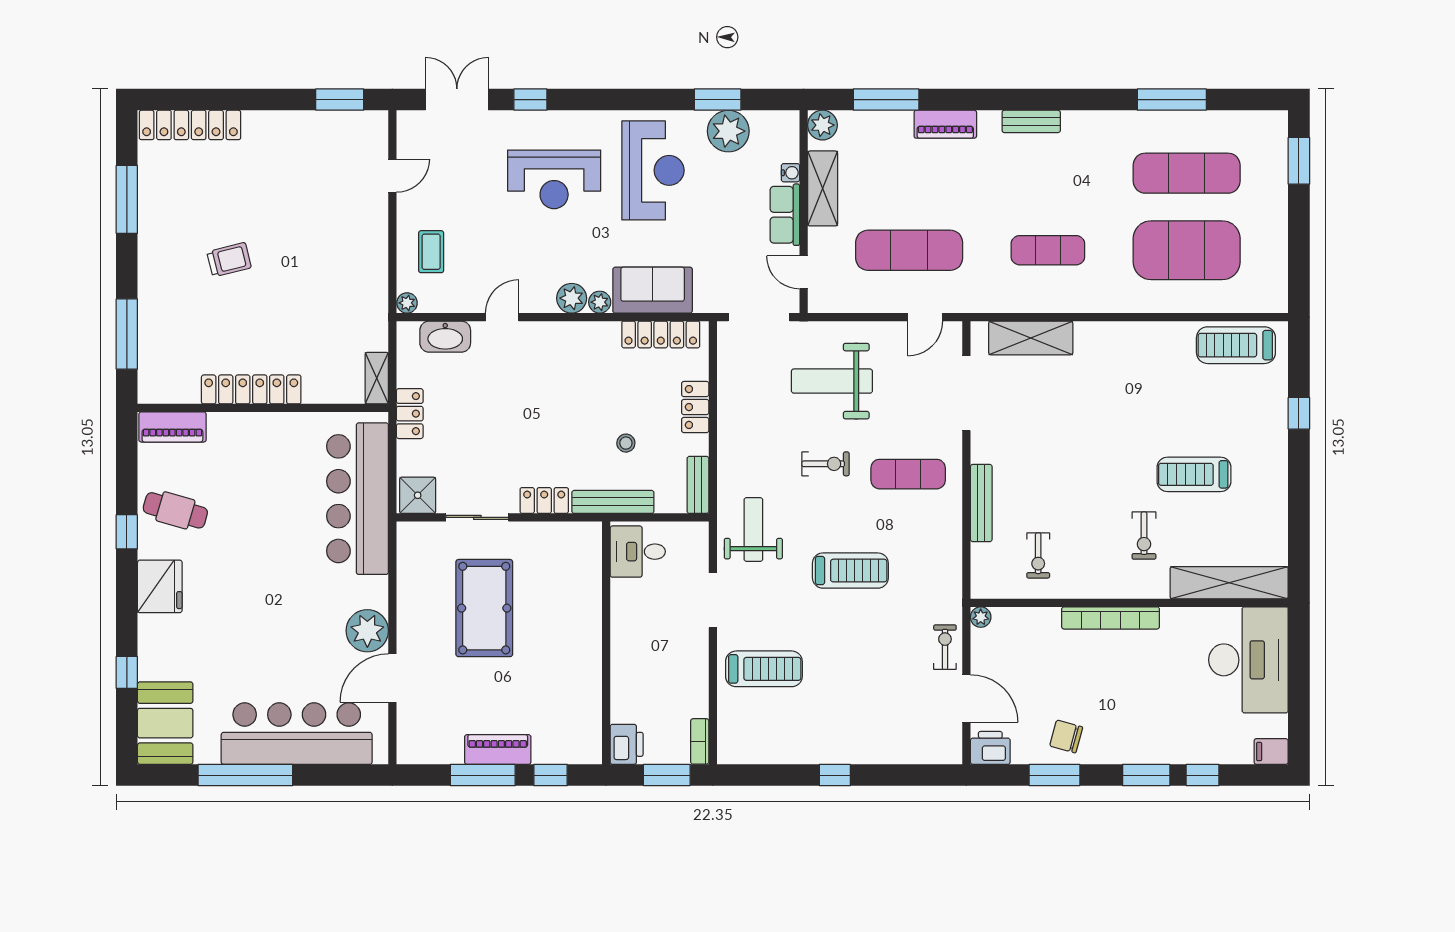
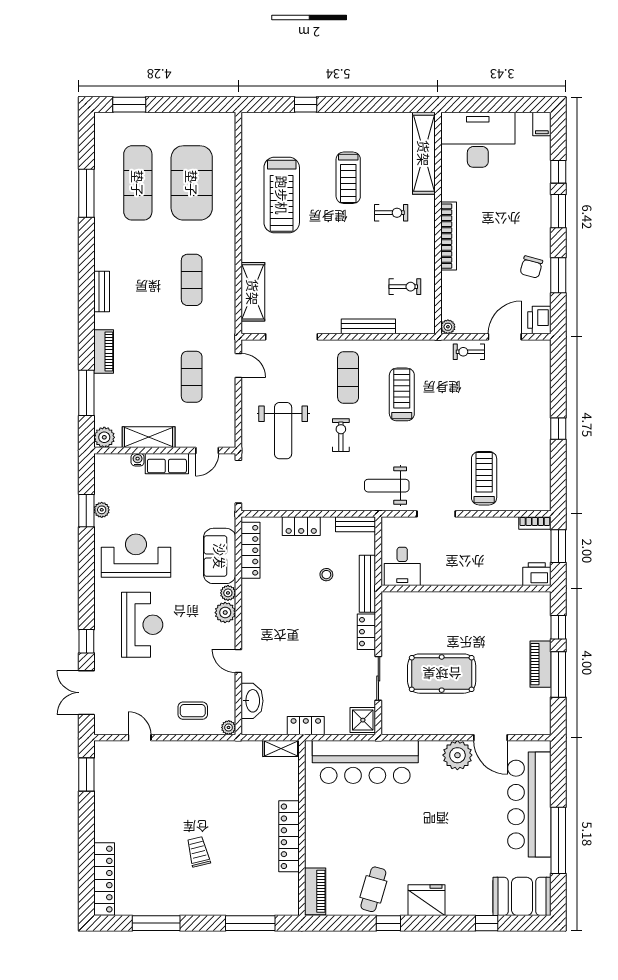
plant: (728, 131) -> (102, 510), width x0.53, depth x0.53
exercise mat: (909, 250) -> (192, 377), width x0.73, depth x0.69
treadmill: (1236, 345) -> (282, 195), moved, width x1.37, depth x1.38
treadmill: (850, 571) -> (402, 394), moved

